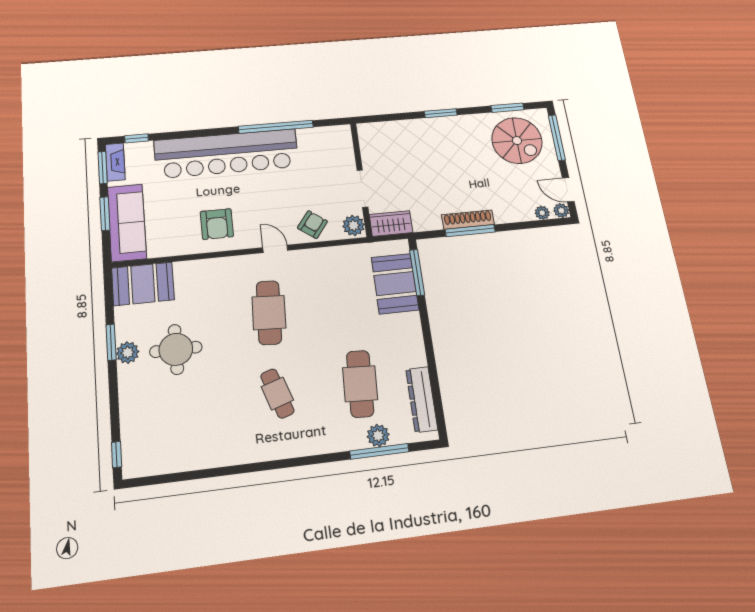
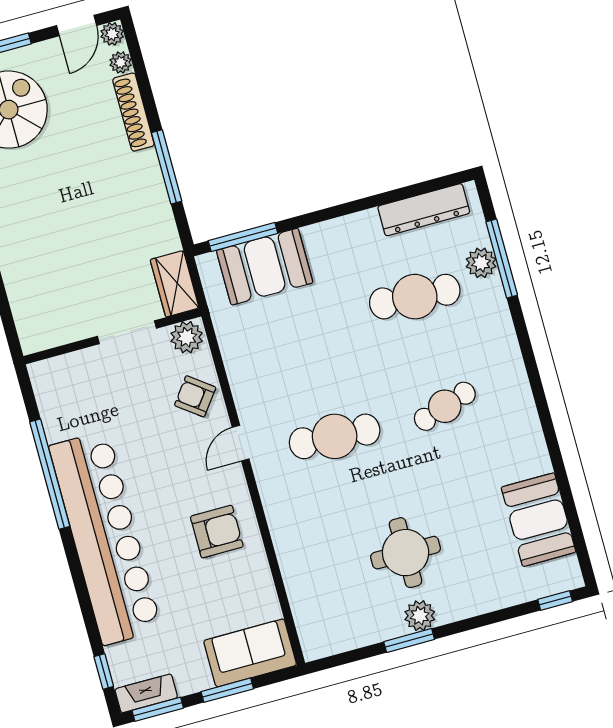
shoe rack: (468, 220) -> (133, 112), moved
sofa: (127, 223) -> (250, 653), width x0.73
booth: (143, 284) -> (538, 520), moved

